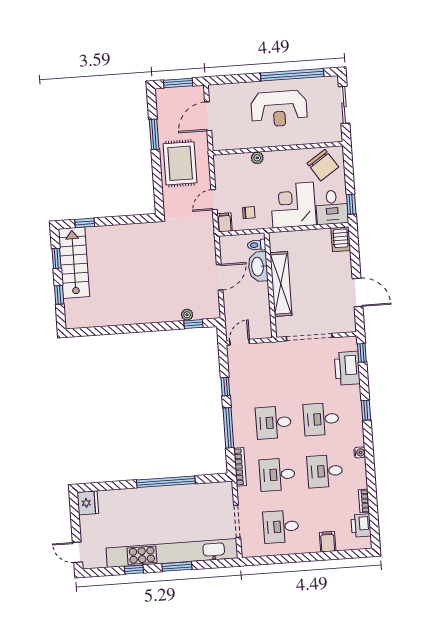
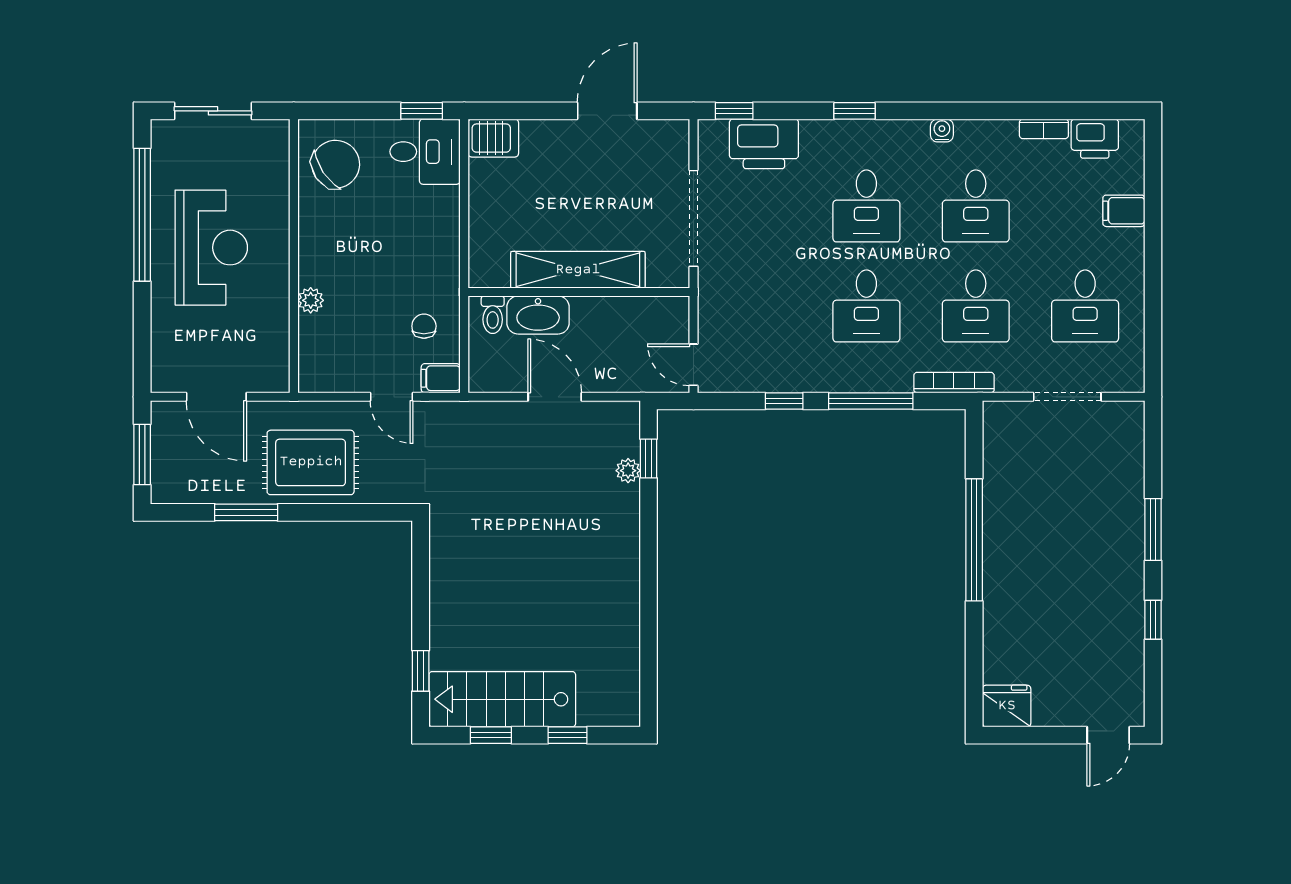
corner desk: (293, 205) -> (415, 232), removed
kitchen unit: (172, 553) -> (1124, 538), removed

